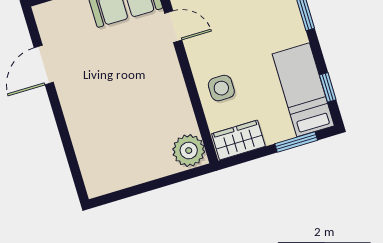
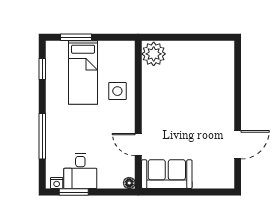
bed: (303, 90) -> (83, 73), moved
wardrobe: (238, 140) -> (116, 51), removed

